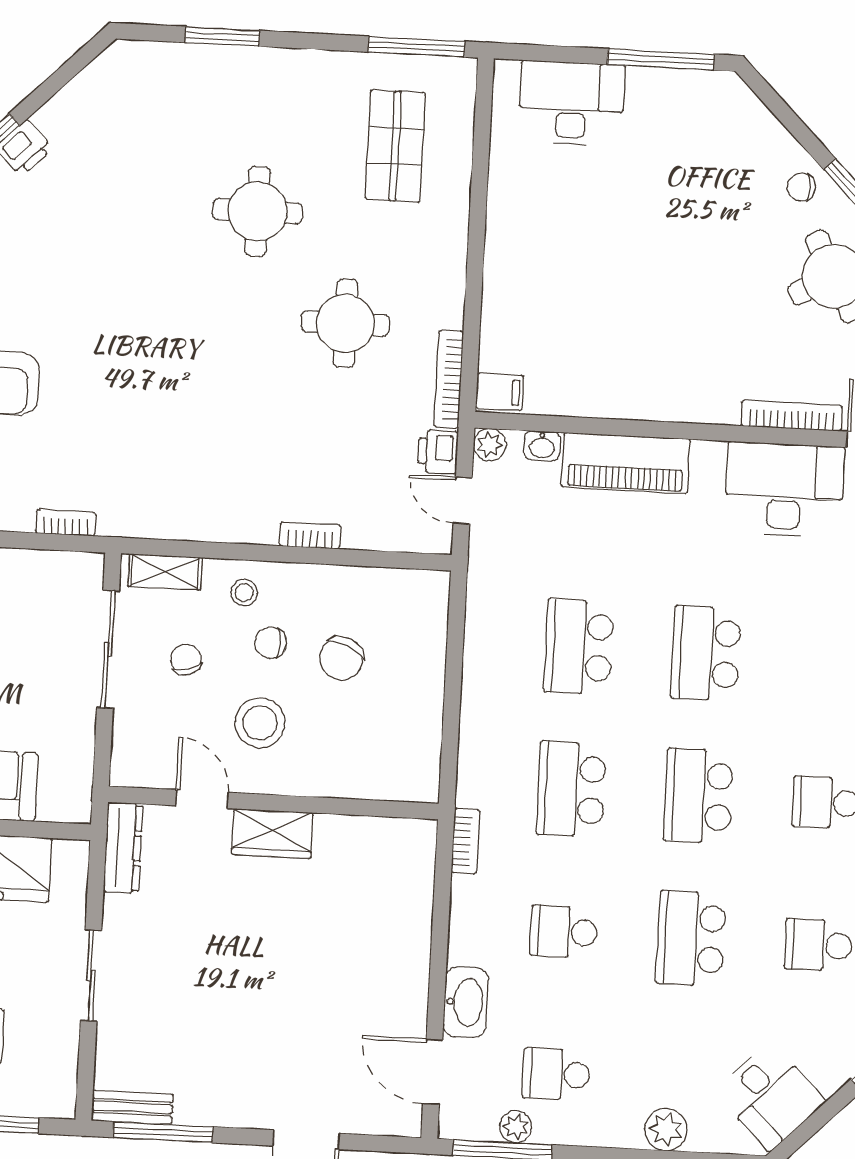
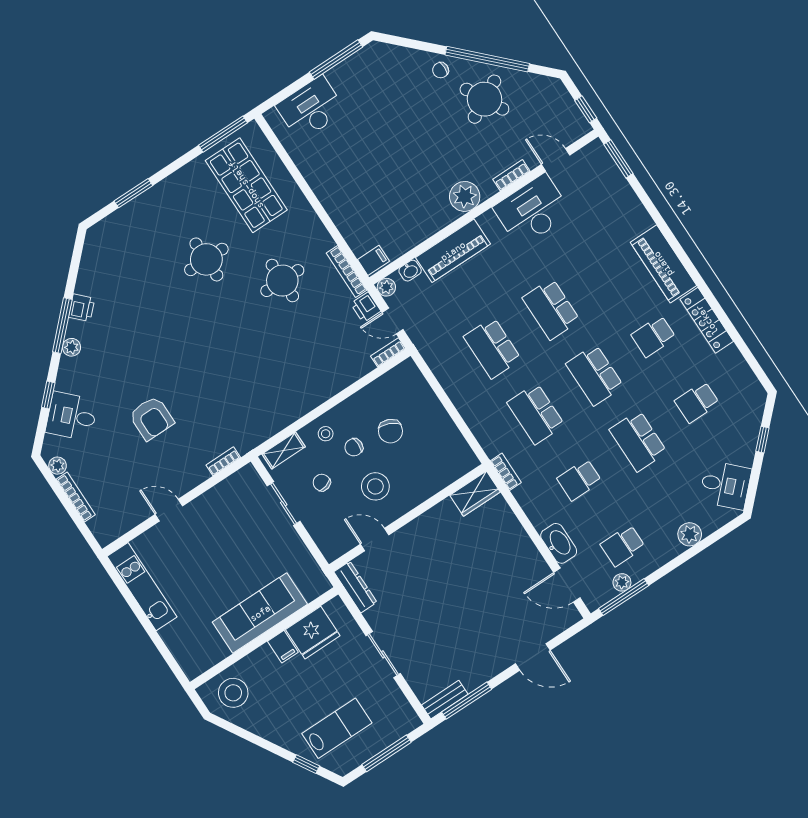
shop shelf: (395, 146) -> (246, 185), width x1.43, depth x1.36
plant: (701, 397) -> (465, 196), added
bookcase: (792, 416) -> (511, 175), width x0.64
bookcase: (310, 535) -> (388, 352), moved
sliding door: (108, 649) -> (284, 504), width x0.73
wardrobe: (272, 834) -> (475, 494), moved

